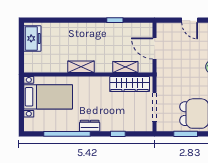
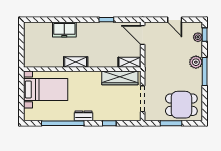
freezer: (32, 38) -> (64, 30), moved, turned 90
door: (155, 48) -> (143, 35), moved
shelving: (125, 67) -> (129, 62), moved

